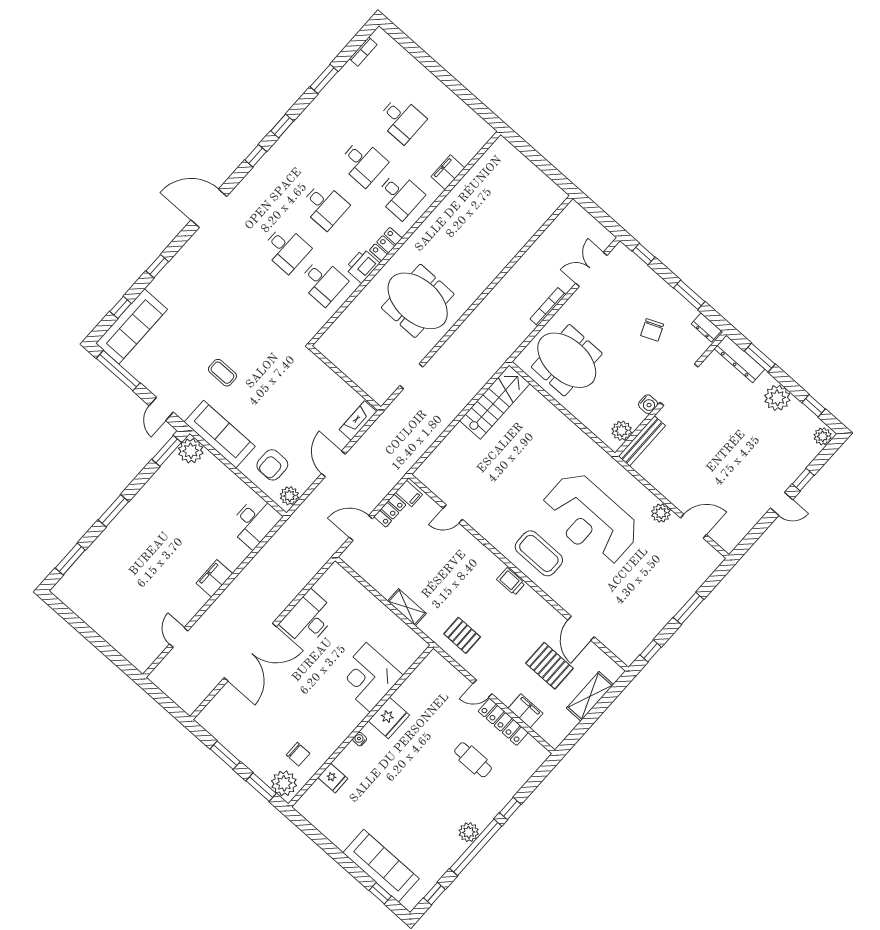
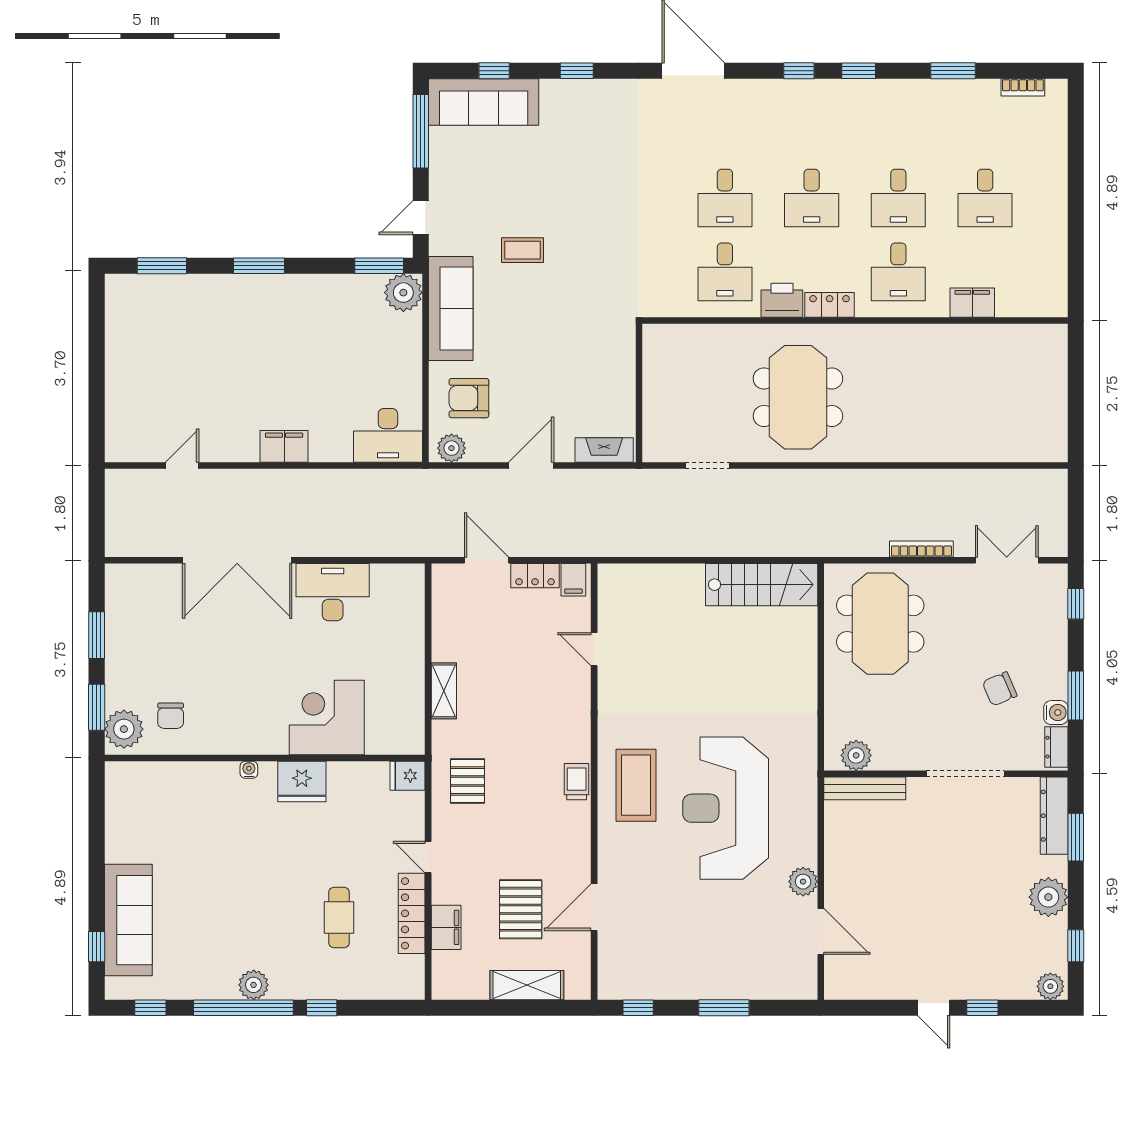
coffee table: (222, 373) -> (523, 250), turned 90
water cooler: (648, 404) -> (1056, 713), moved, turned -90
fridge: (333, 778) -> (408, 776), moved, turned 90

